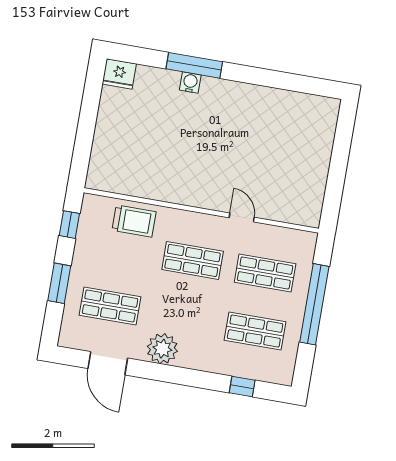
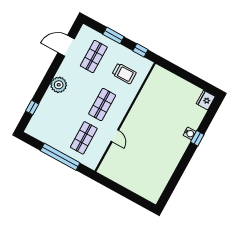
window: (194, 65) -> (197, 138), width x0.46
door: (242, 217) -> (115, 136), hinge flipped
trolley: (134, 221) -> (124, 73), moved, turned -90
shop shelf: (255, 331) -> (57, 123), removed
plant: (162, 349) -> (59, 85), moved

